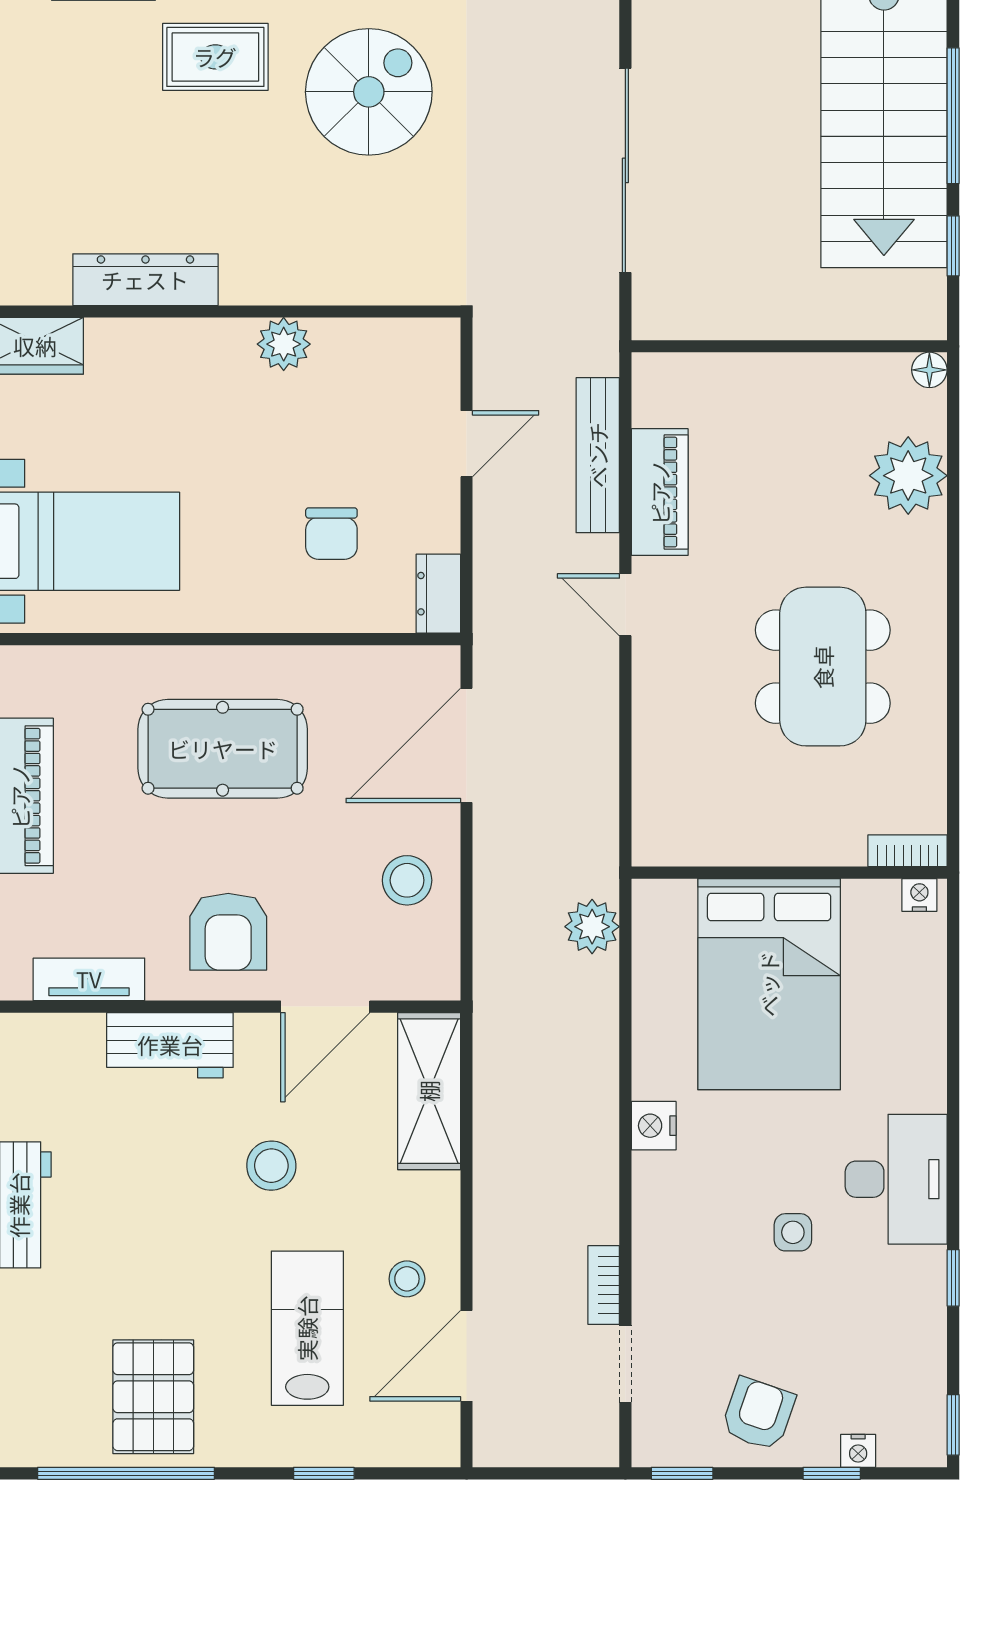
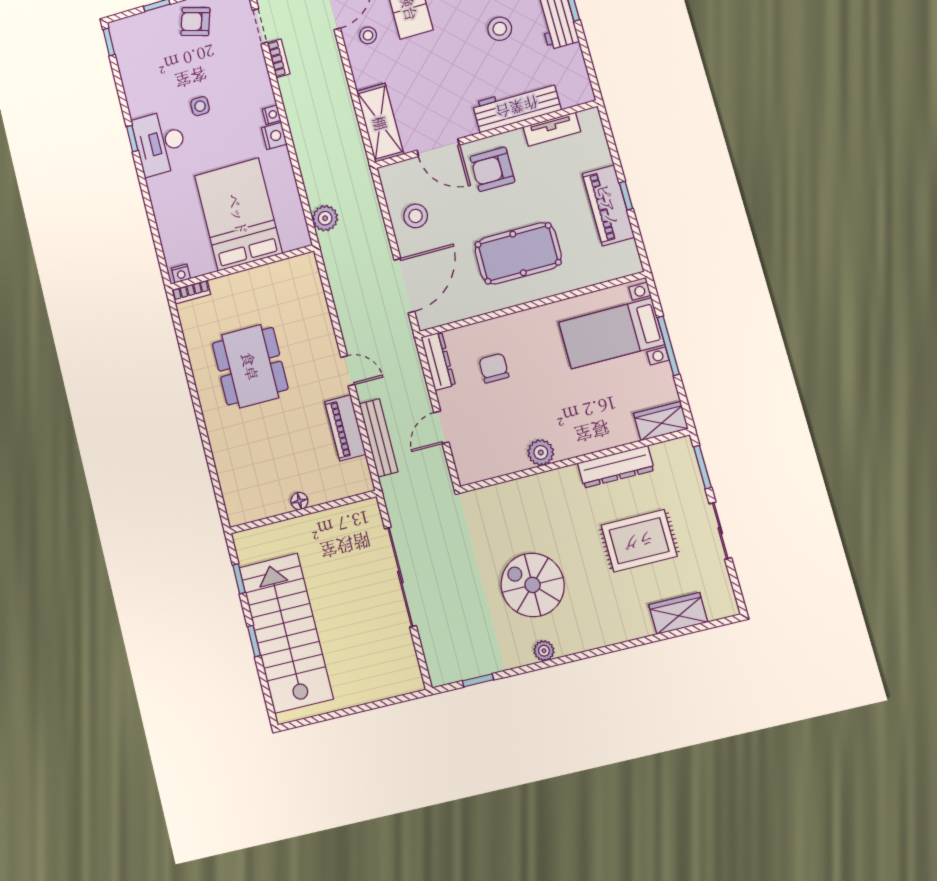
rug: (215, 57) -> (639, 541), moved, width x1.36, depth x1.43
spiral stairs: (369, 92) -> (533, 585), turned 90
window: (953, 116) -> (254, 641), width x0.46
floor lamp: (929, 370) -> (299, 501), moved
plant: (908, 476) -> (233, 465), removed
dresser: (438, 594) -> (438, 361), width x1.44
armchair: (228, 932) -> (492, 169), turned -90
door: (325, 1007) -> (438, 148), swing flipped
workbench: (170, 1045) -> (517, 107), width x1.38
stool: (271, 1166) -> (500, 29), moved
window: (953, 1278) -> (132, 139), moved
armchair: (758, 1414) -> (195, 22), turned 88
nightstand: (858, 1451) -> (272, 115), moved, turned 90

